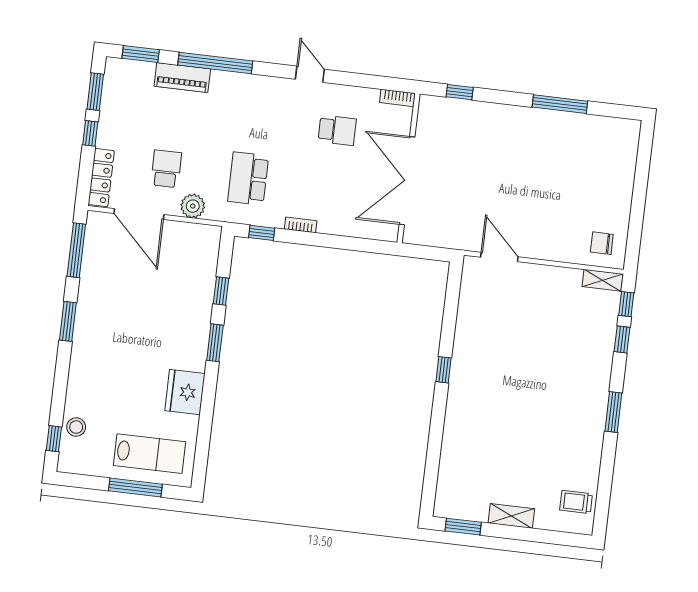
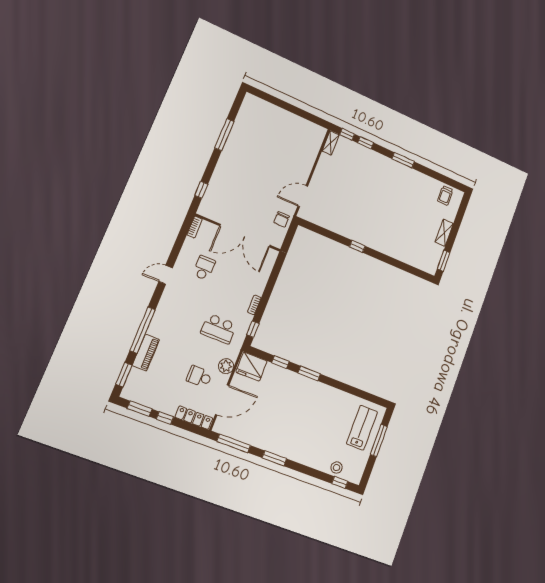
chair: (602, 243) -> (282, 219), moved
fridge: (185, 392) -> (252, 367), moved

